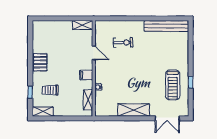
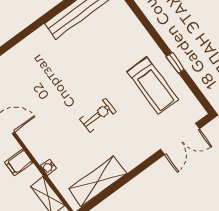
exercise bike: (123, 43) -> (98, 115), moved
shelving: (134, 110) -> (98, 181), moved

